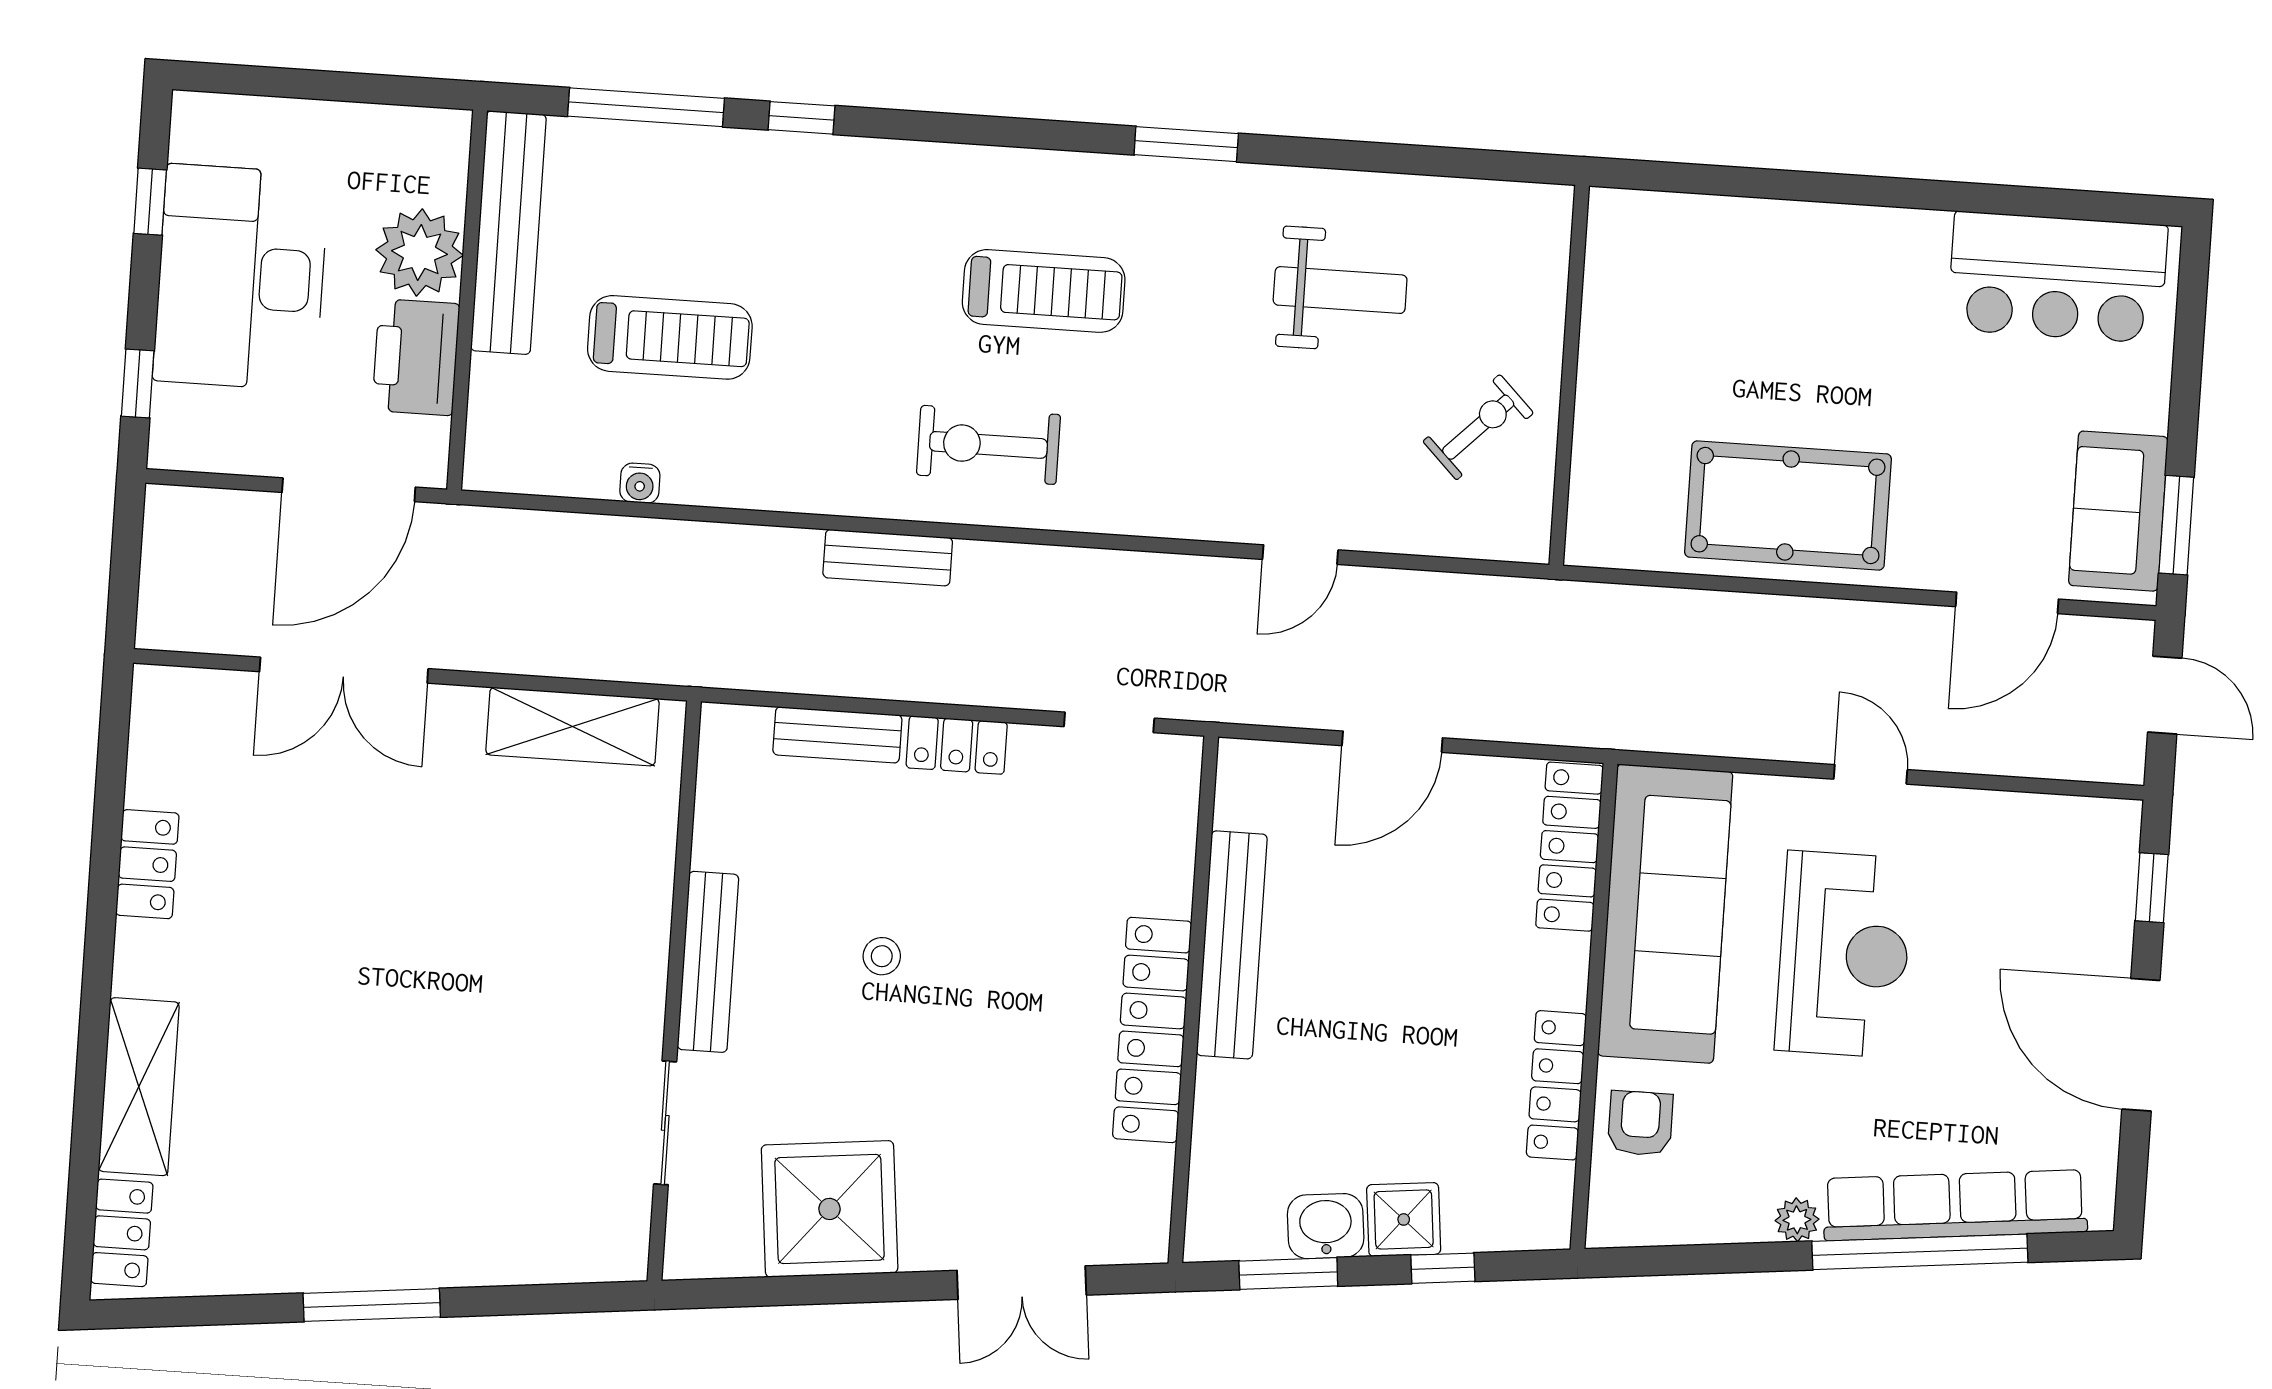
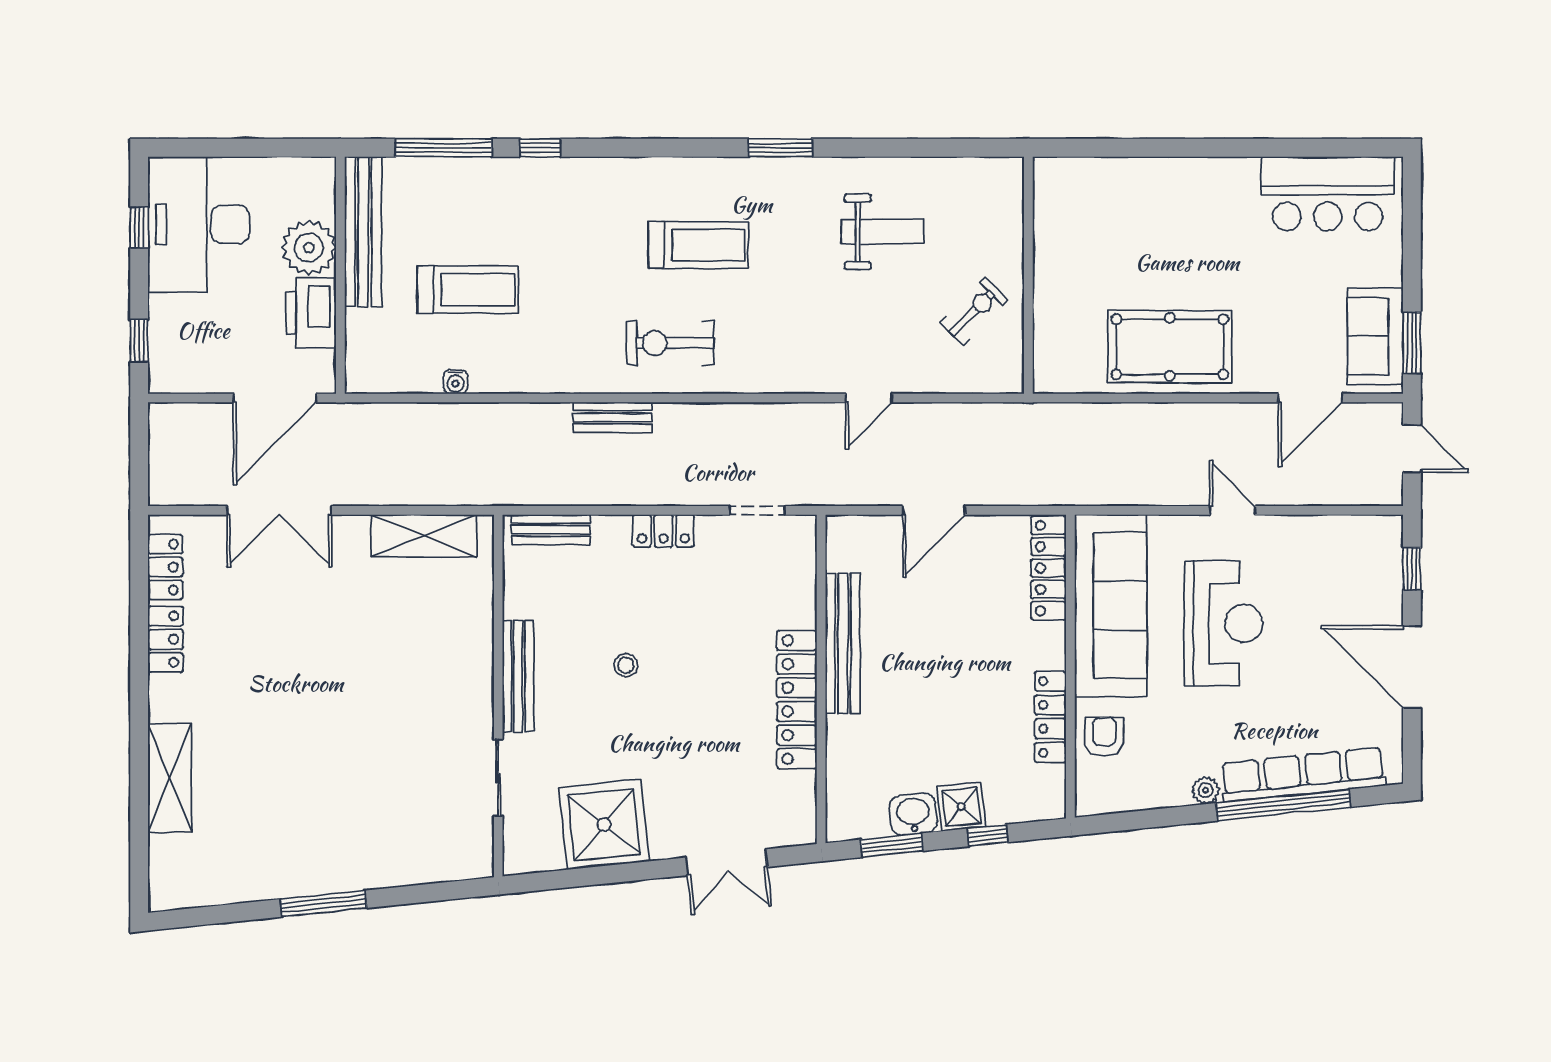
desk: (241, 277) -> (199, 224), moved
bench: (837, 735) -> (551, 530), moved
locker: (122, 1233) -> (165, 567), moved

